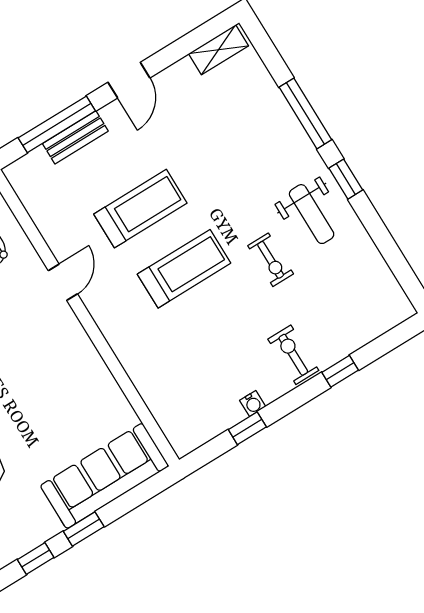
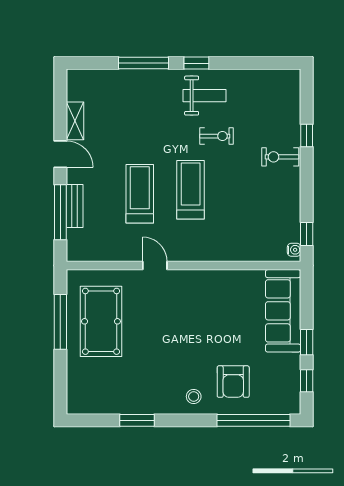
shelving: (219, 50) -> (75, 121), moved
water cooler: (253, 404) -> (294, 250), moved
window: (247, 428) -> (307, 234), moved

